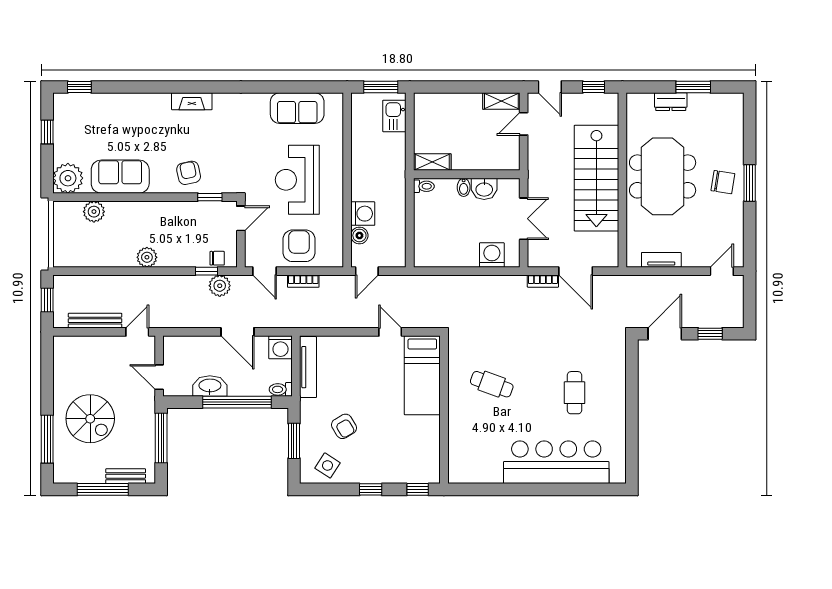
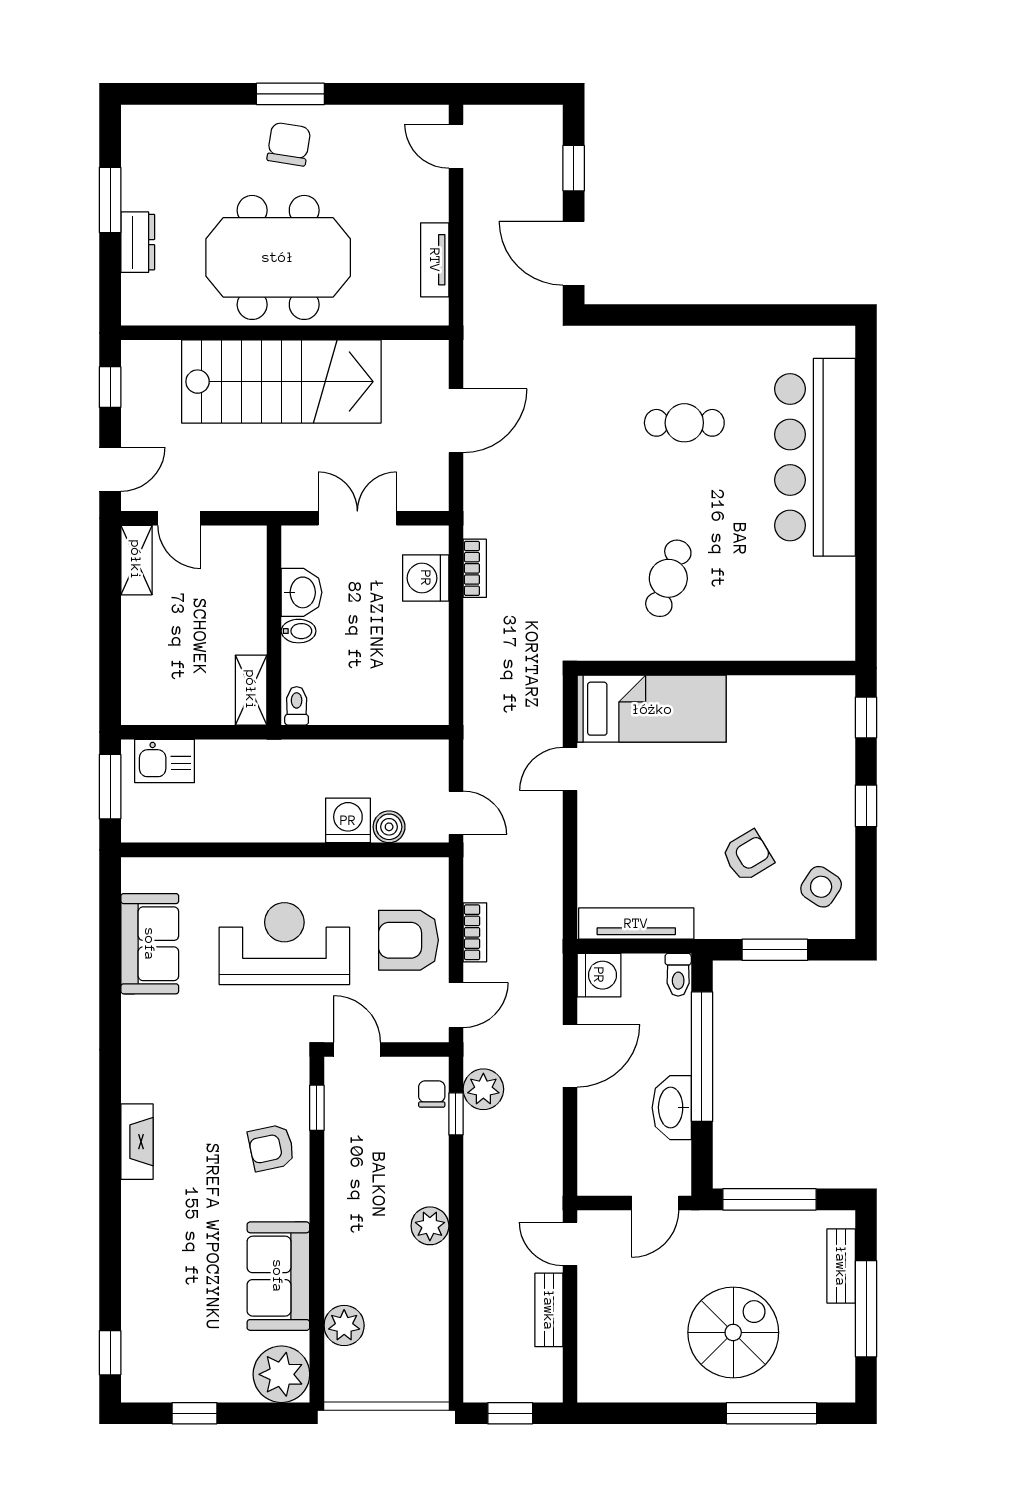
reception desk: (297, 180) -> (284, 944), turned 180
bookcase: (543, 281) -> (475, 568), moved
bench: (95, 321) -> (549, 1310), width x0.73

